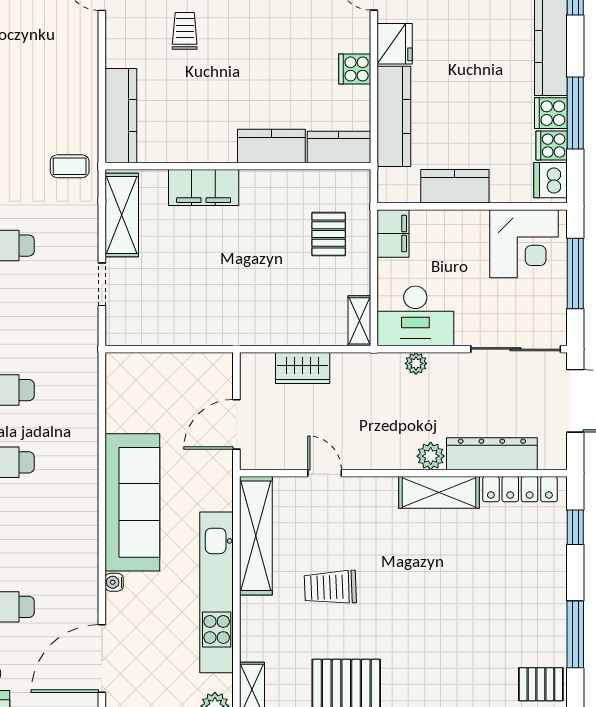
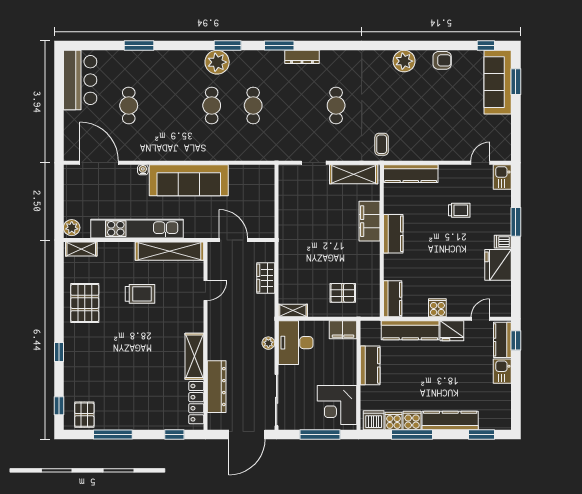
kitchen counter: (271, 146) -> (393, 234), moved
plant: (431, 456) -> (215, 351), removed
trolley: (330, 587) -> (140, 294), turned 92

